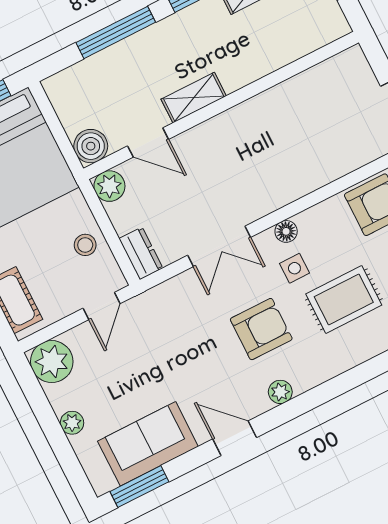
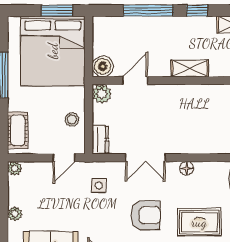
shelving: (194, 98) -> (190, 68), moved
door: (148, 143) -> (135, 80), swing flipped
side table: (294, 268) -> (99, 185), moved
plant: (52, 362) -> (15, 168), width x0.53, depth x0.53

